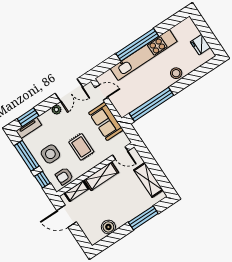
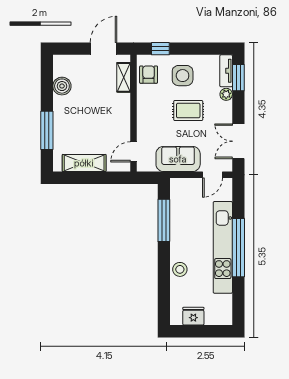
window: (151, 104) -> (164, 220), width x0.68
plant: (56, 110) -> (226, 94), moved
rug: (81, 147) -> (188, 111), moved
window: (27, 156) -> (197, 49), removed
shelving: (101, 176) -> (122, 115), removed

